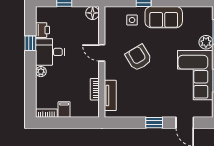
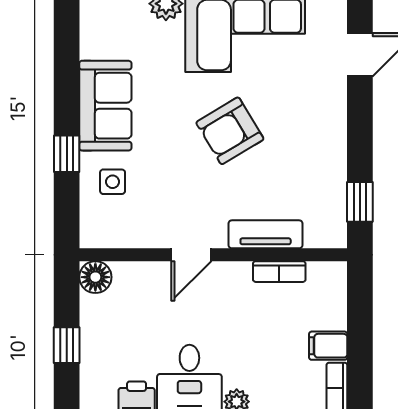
armchair: (139, 58) -> (230, 131), moved
tv unit: (110, 95) -> (266, 234), moved
window: (154, 123) -> (360, 202), moved

